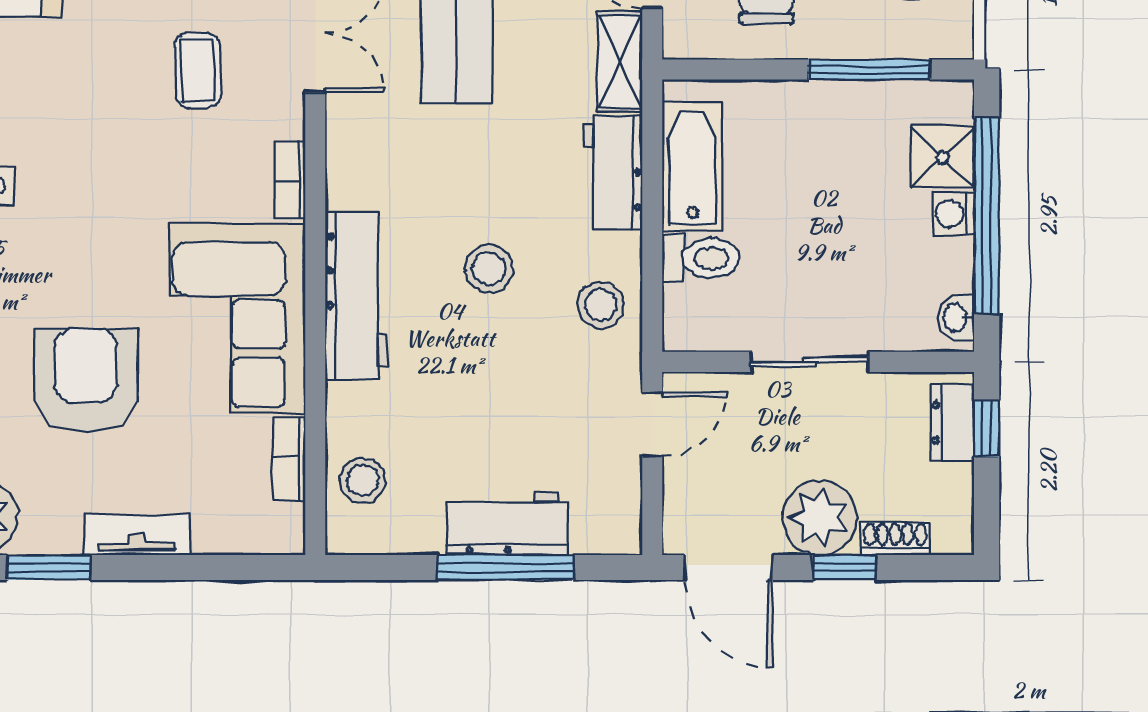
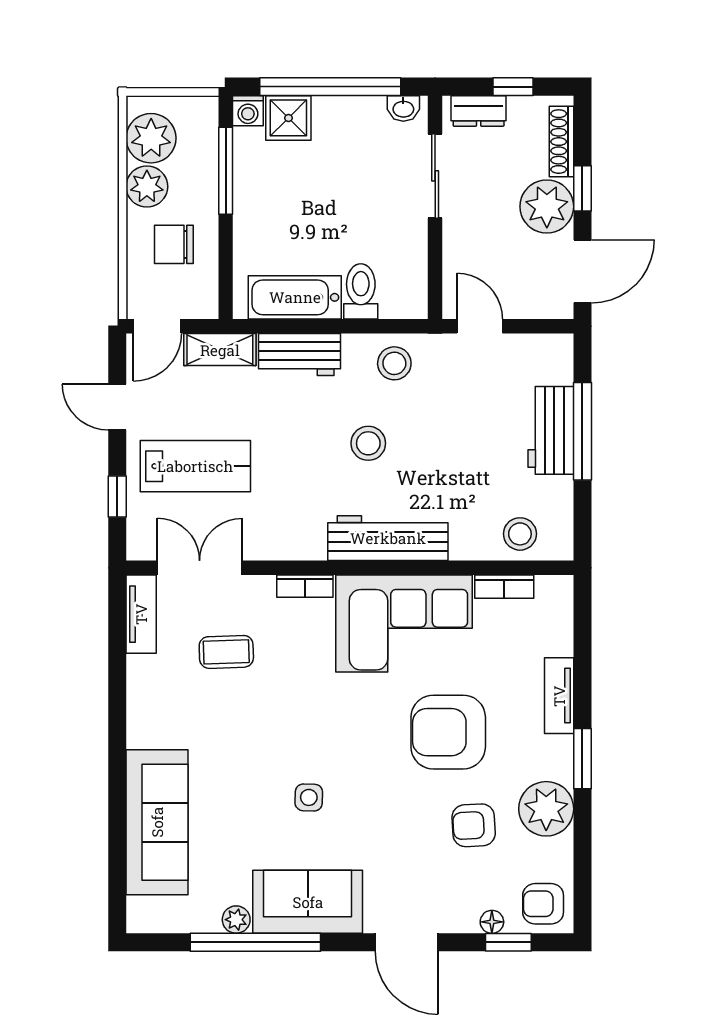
washing machine: (953, 214) -> (248, 111), moved
sliding door: (810, 362) -> (435, 176), moved
window: (987, 429) -> (513, 87), moved
shoe rack: (895, 538) -> (562, 142), width x1.43

